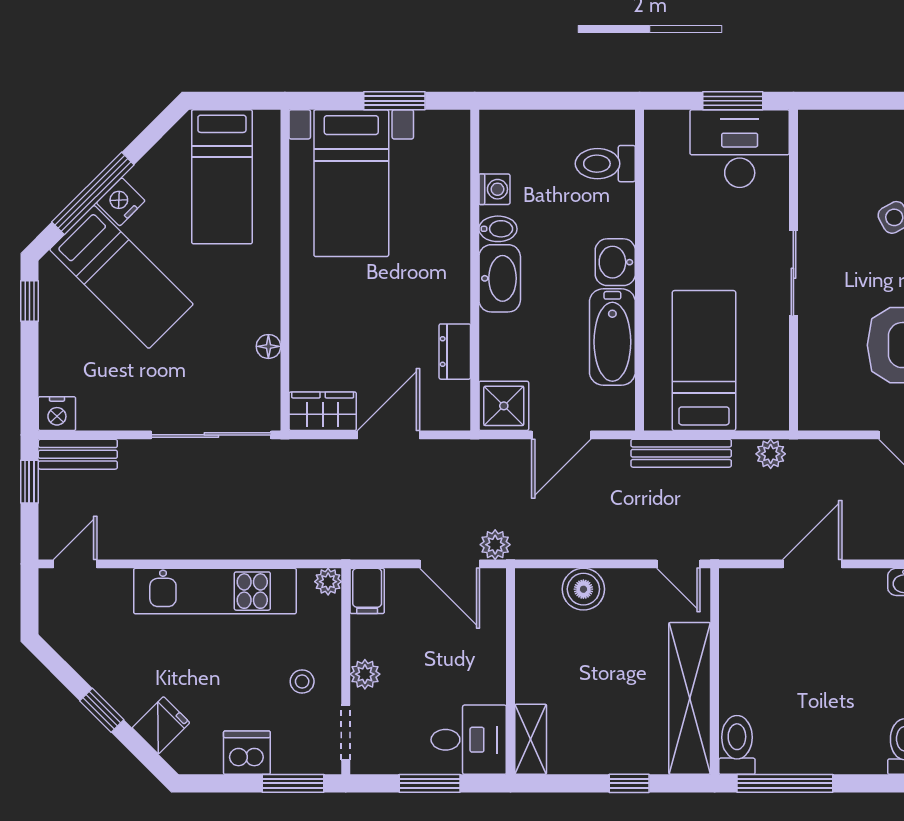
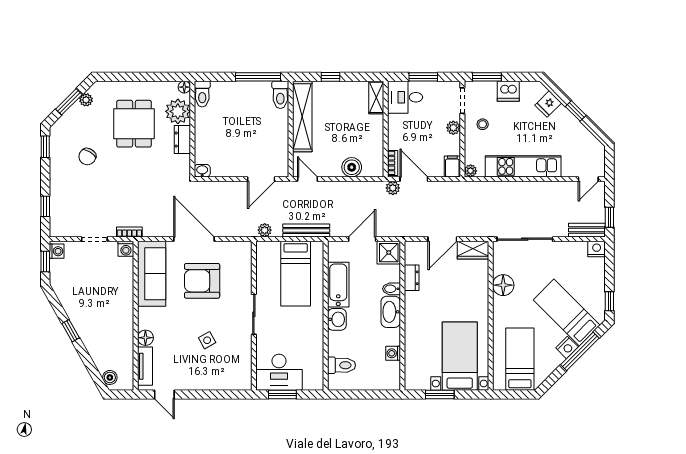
bidet: (498, 229) -> (391, 289), moved
floor lamp: (268, 346) -> (503, 285), width x1.89, depth x1.89
door: (812, 564) -> (261, 179), moved
bookcase: (495, 598) -> (393, 163), added

